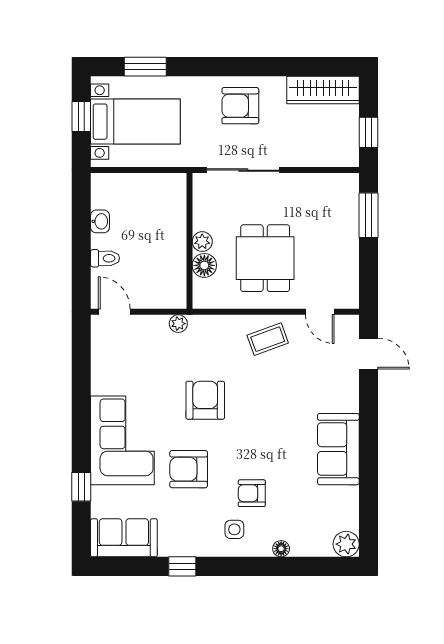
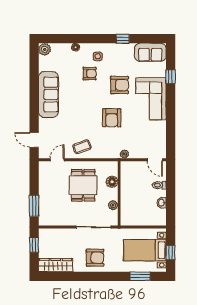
plant: (202, 242) -> (113, 205), moved
door: (320, 312) -> (57, 160), hinge flipped
sofa: (338, 449) -> (48, 95), width x1.36

